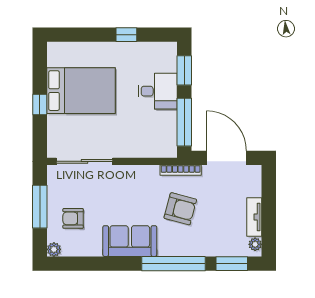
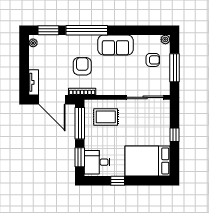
bed: (81, 91) -> (148, 161), moved
desk: (158, 91) -> (97, 162), moved
rug: (145, 132) -> (106, 117), added
armchair: (180, 209) -> (82, 66), turned 75
tv unit: (254, 217) -> (34, 82), moved

